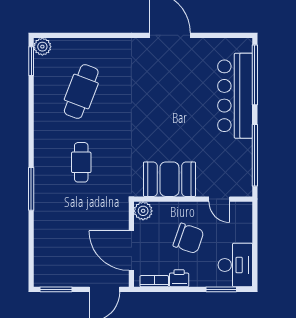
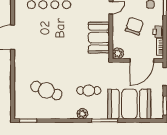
plant: (42, 47) -> (82, 114), moved
booth: (59, 230) -> (129, 104), added

